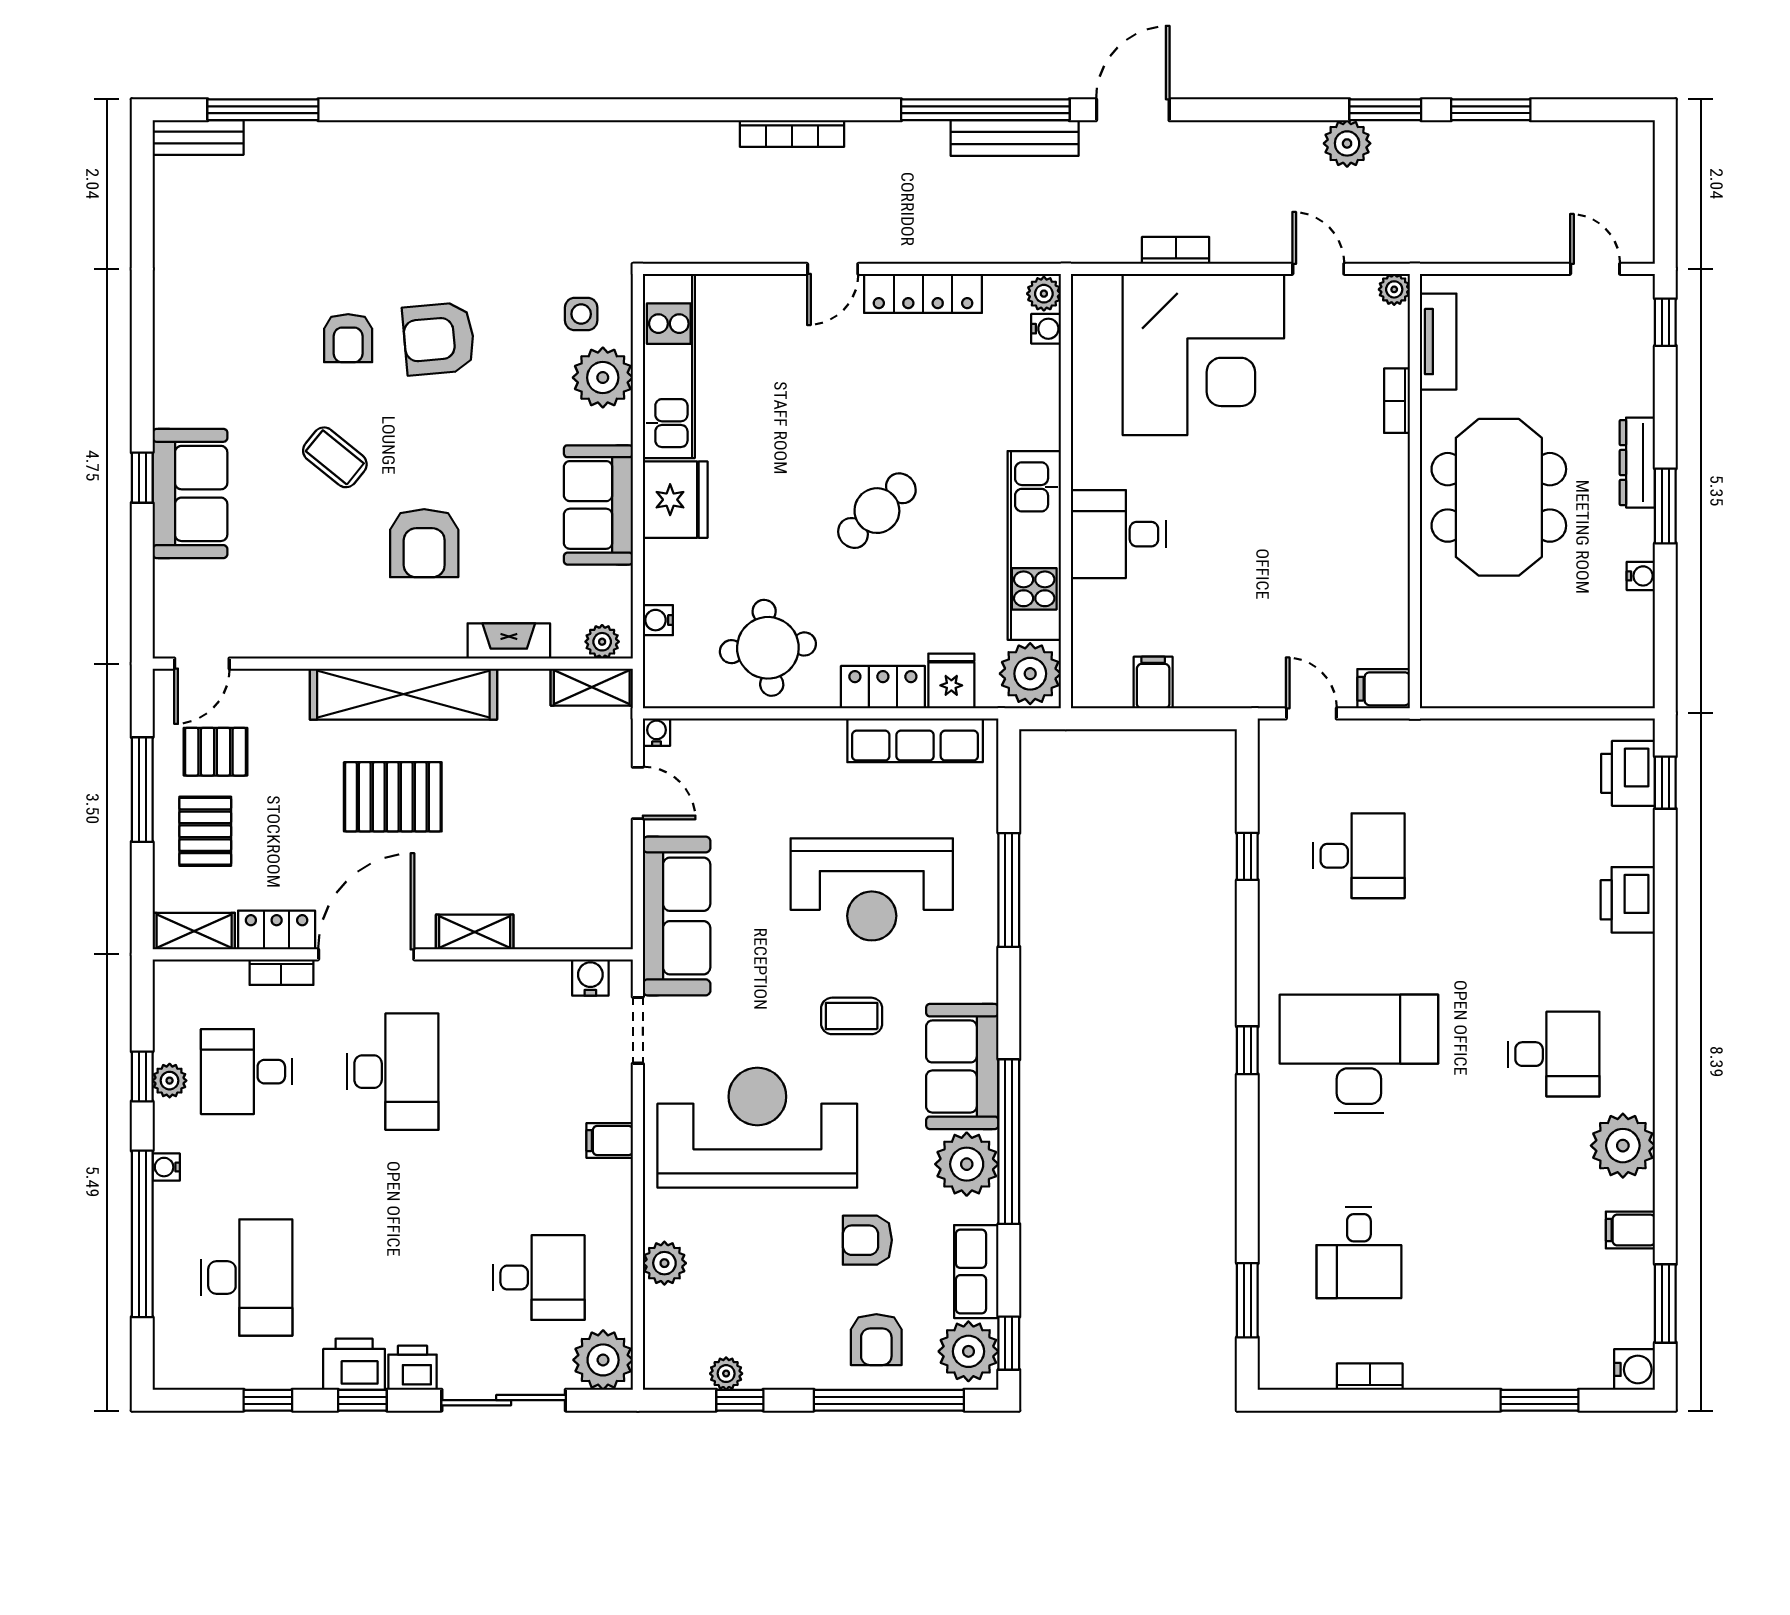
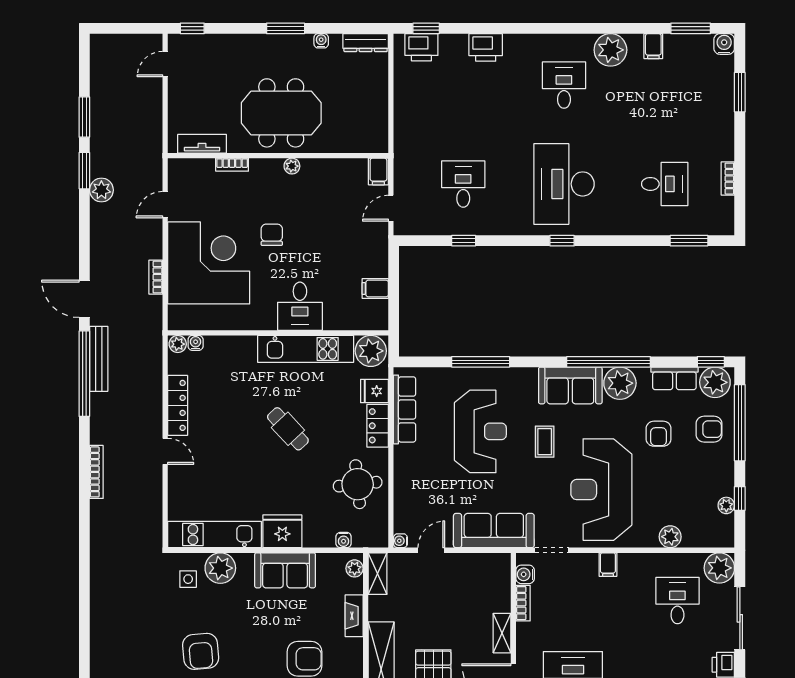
plant: (1394, 289) -> (292, 166), moved
dresser: (1637, 463) -> (366, 43), moved
chair: (1259, 479) -> (272, 235), added
bookcase: (534, 973) -> (523, 603), added

